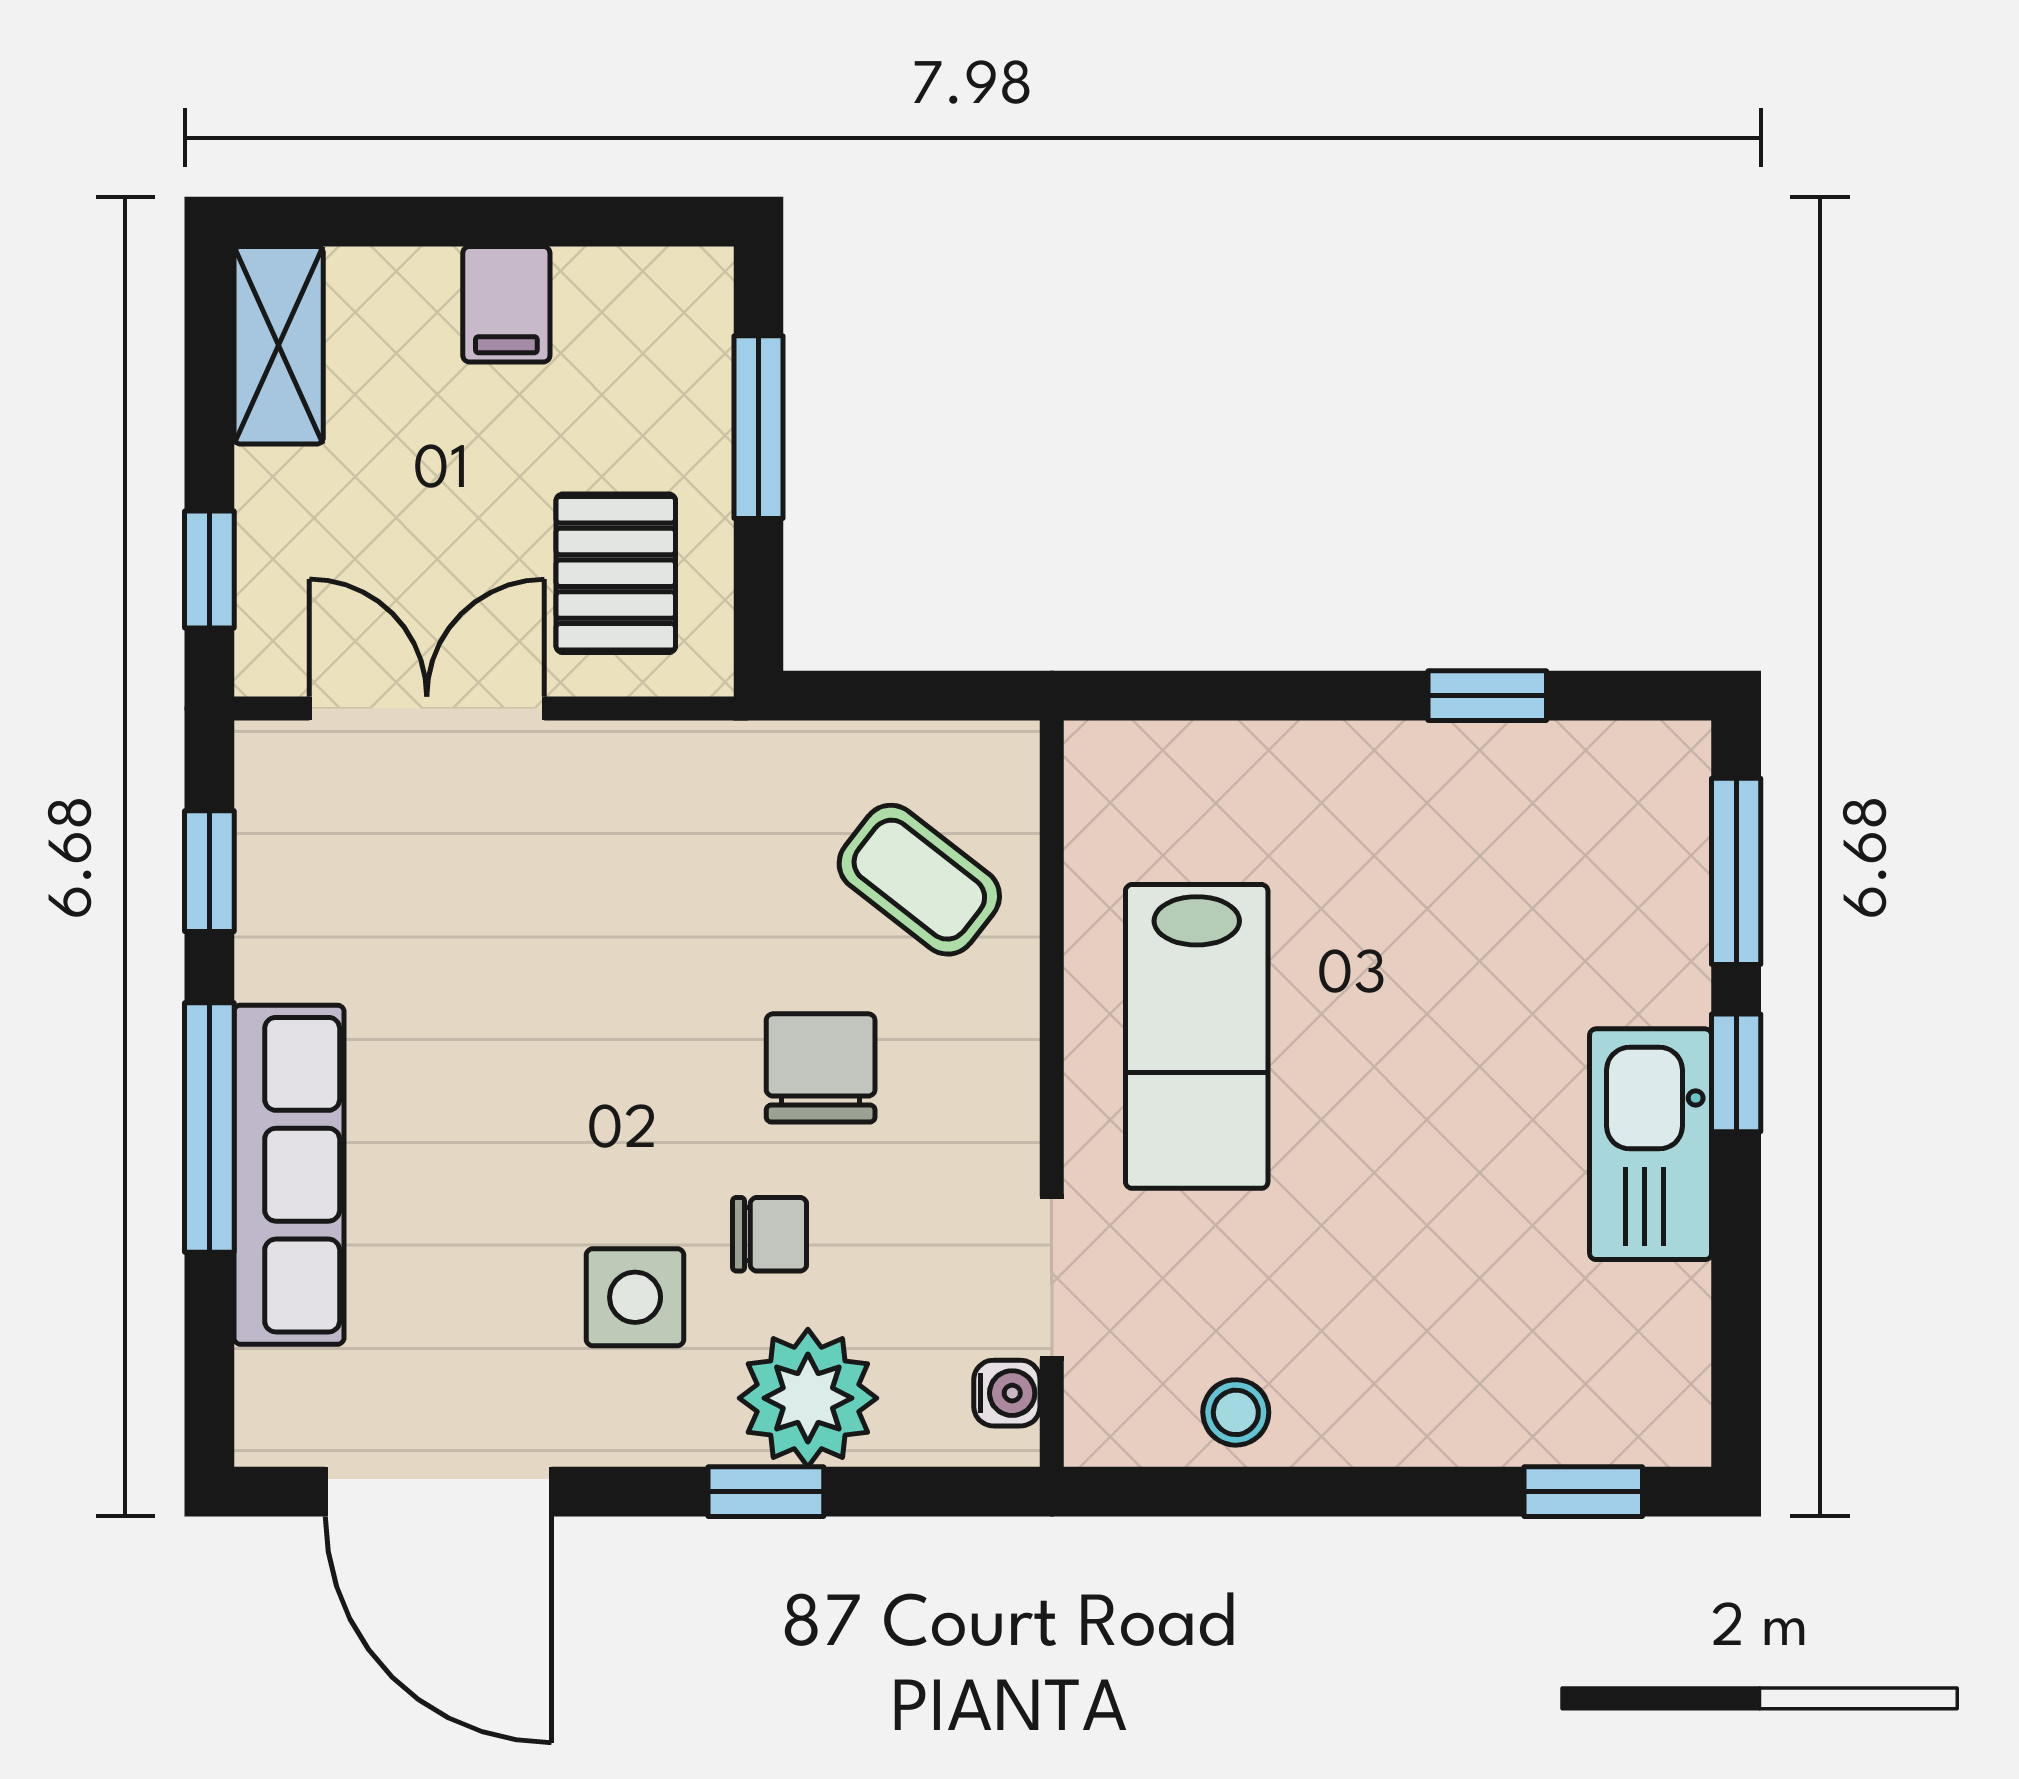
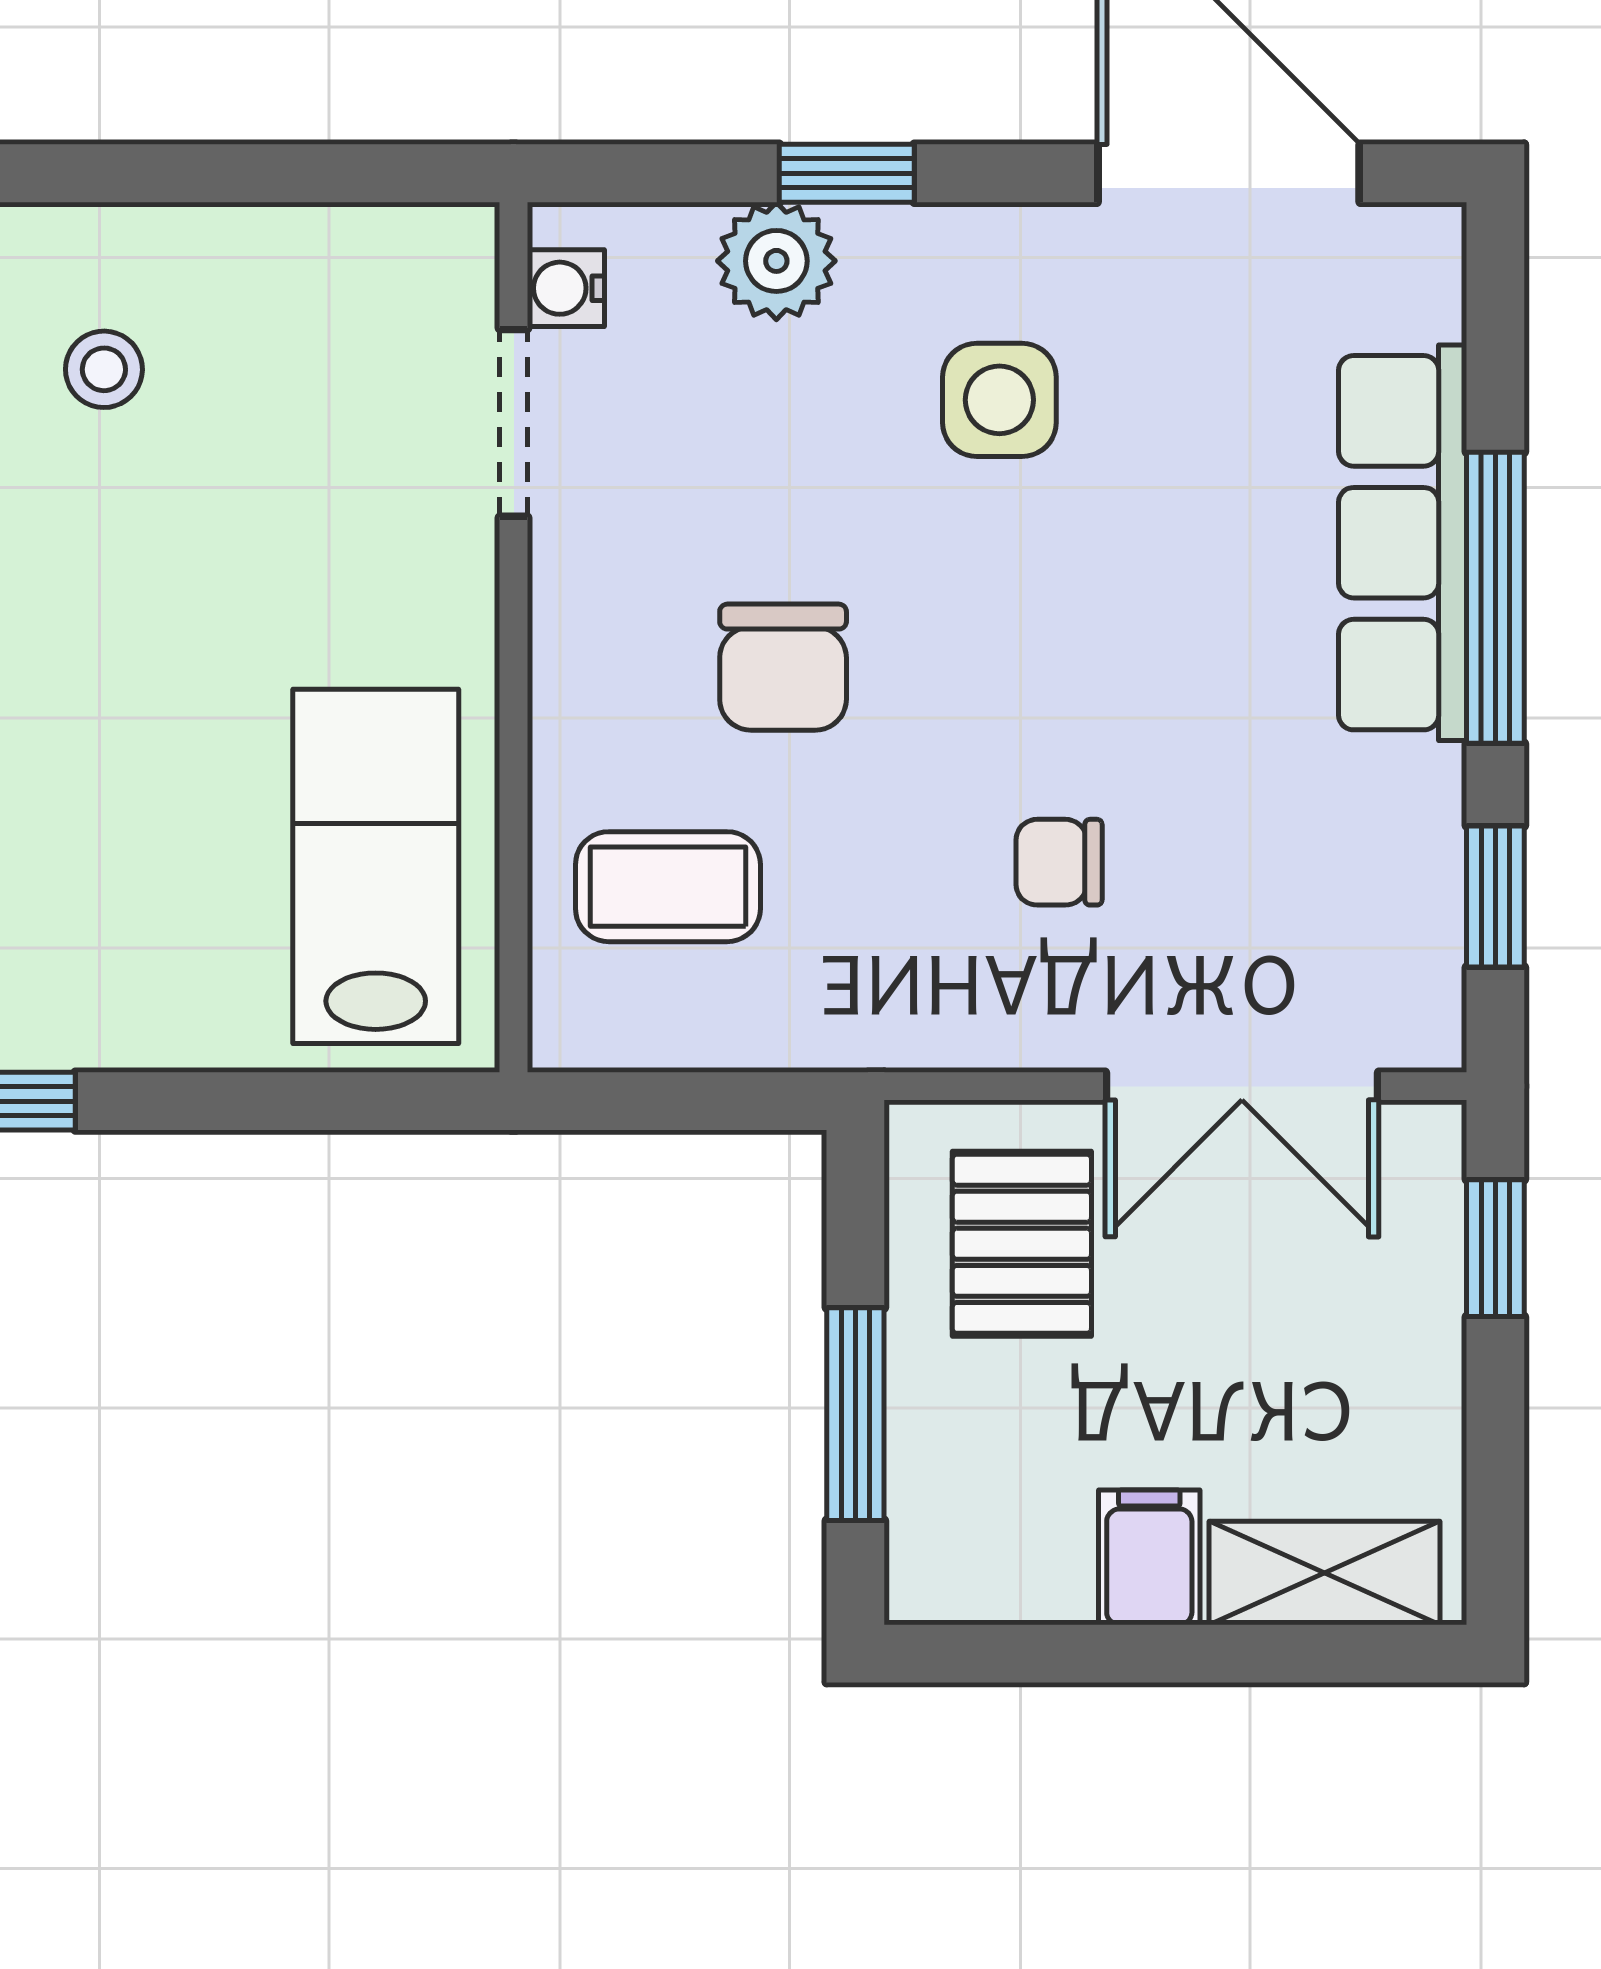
shelving: (279, 345) -> (1324, 1573), moved, turned 90
coffee table: (919, 880) -> (668, 887), turned -38
lab bench: (1197, 1036) -> (376, 866), moved
chair: (770, 1234) -> (1059, 862), moved
plant: (808, 1398) -> (776, 261), width x0.73, depth x0.73
stool: (1236, 1412) -> (104, 369), moved

